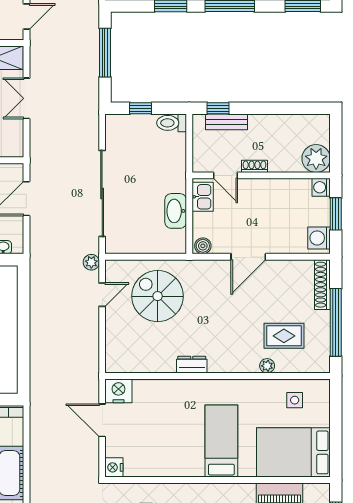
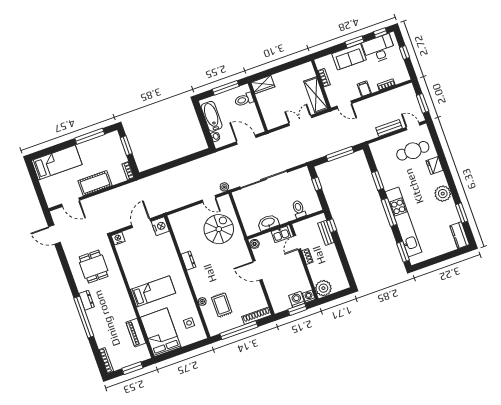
toilet: (172, 123) -> (299, 209), moved
washing machine: (319, 238) -> (297, 299), moved

